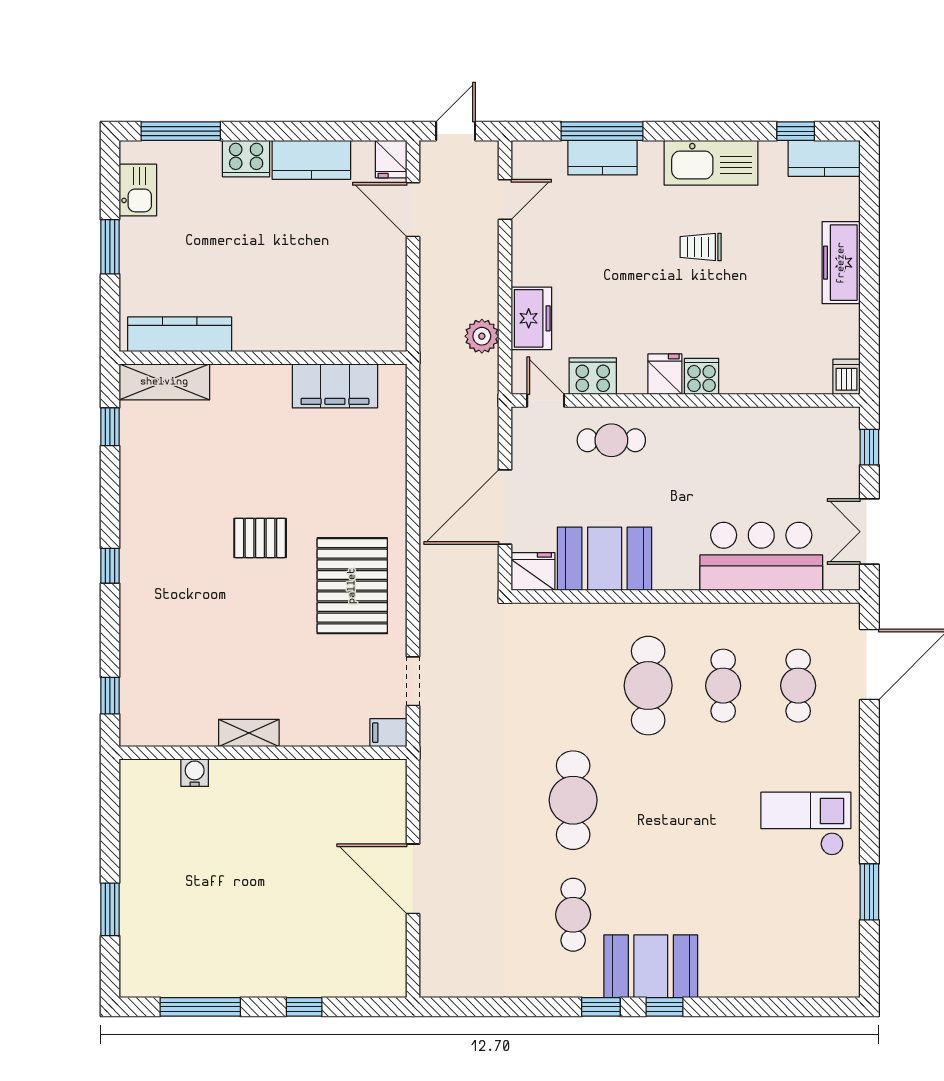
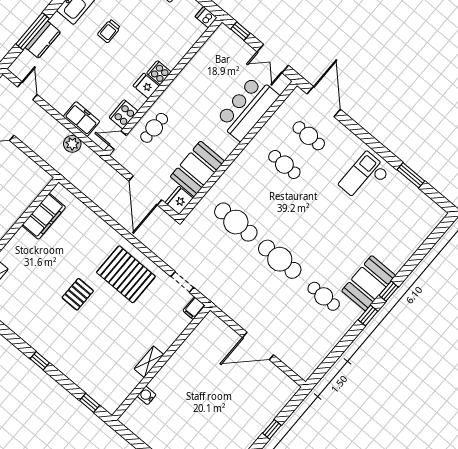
cafe table: (648, 686) -> (236, 222), moved

